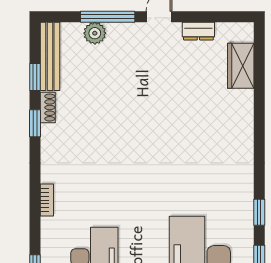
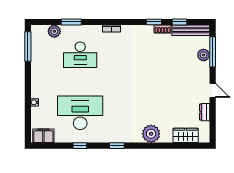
window: (108, 17) -> (213, 52), moved
plant: (238, 128) -> (151, 134), added
window: (259, 212) -> (117, 146), moved

